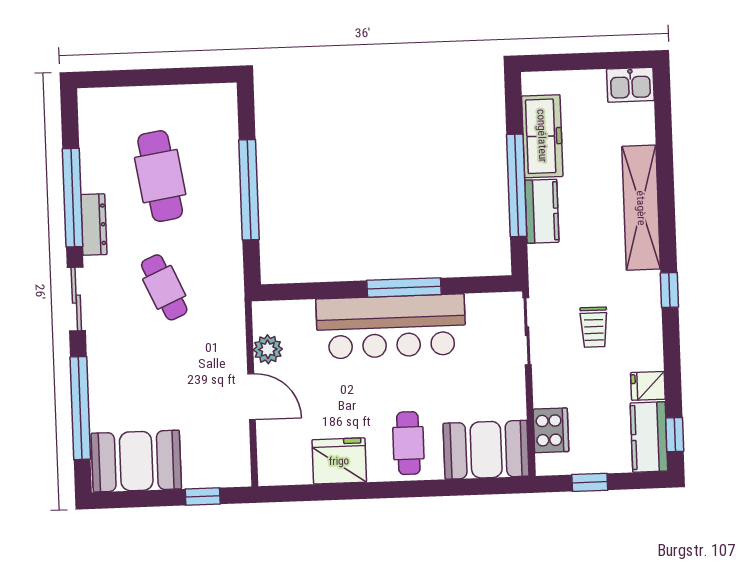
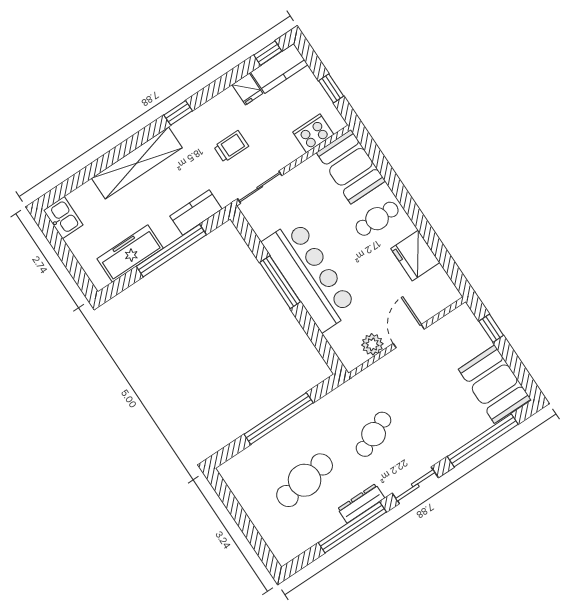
kitchen counter: (542, 211) -> (196, 213), moved

